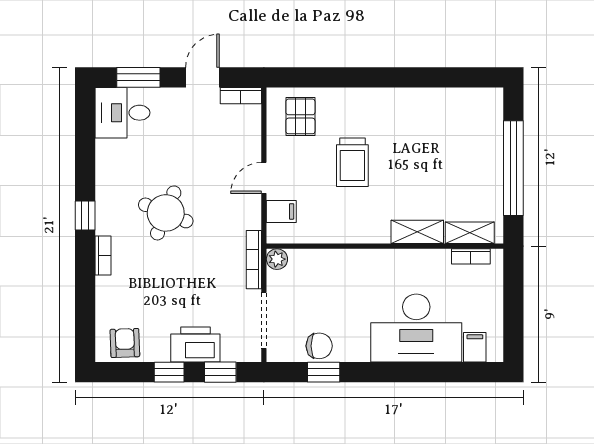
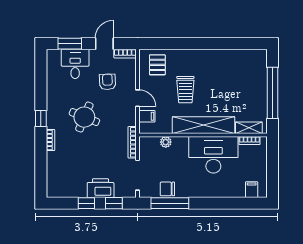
desk: (122, 113) -> (75, 64), moved, turned 90
door: (264, 178) -> (138, 98), swing flipped
shelving: (417, 232) -> (204, 125), width x2.20, depth x1.33
plant: (277, 259) -> (166, 142), moved
desk: (416, 328) -> (213, 155), moved, turned 180
armchair: (125, 343) -> (107, 82), moved
chair: (319, 346) -> (167, 189), turned 180
window: (324, 372) -> (170, 203), width x2.17

